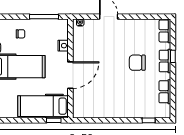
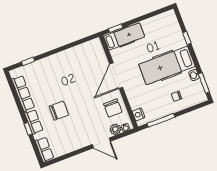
plant: (90, 25) -> (115, 129), added
nightstand: (63, 46) -> (138, 114), moved
chair: (85, 46) -> (113, 108), added
row of seats: (165, 92) -> (23, 93), width x1.48
hospital bed: (43, 106) -> (124, 37), width x0.73, depth x0.78

